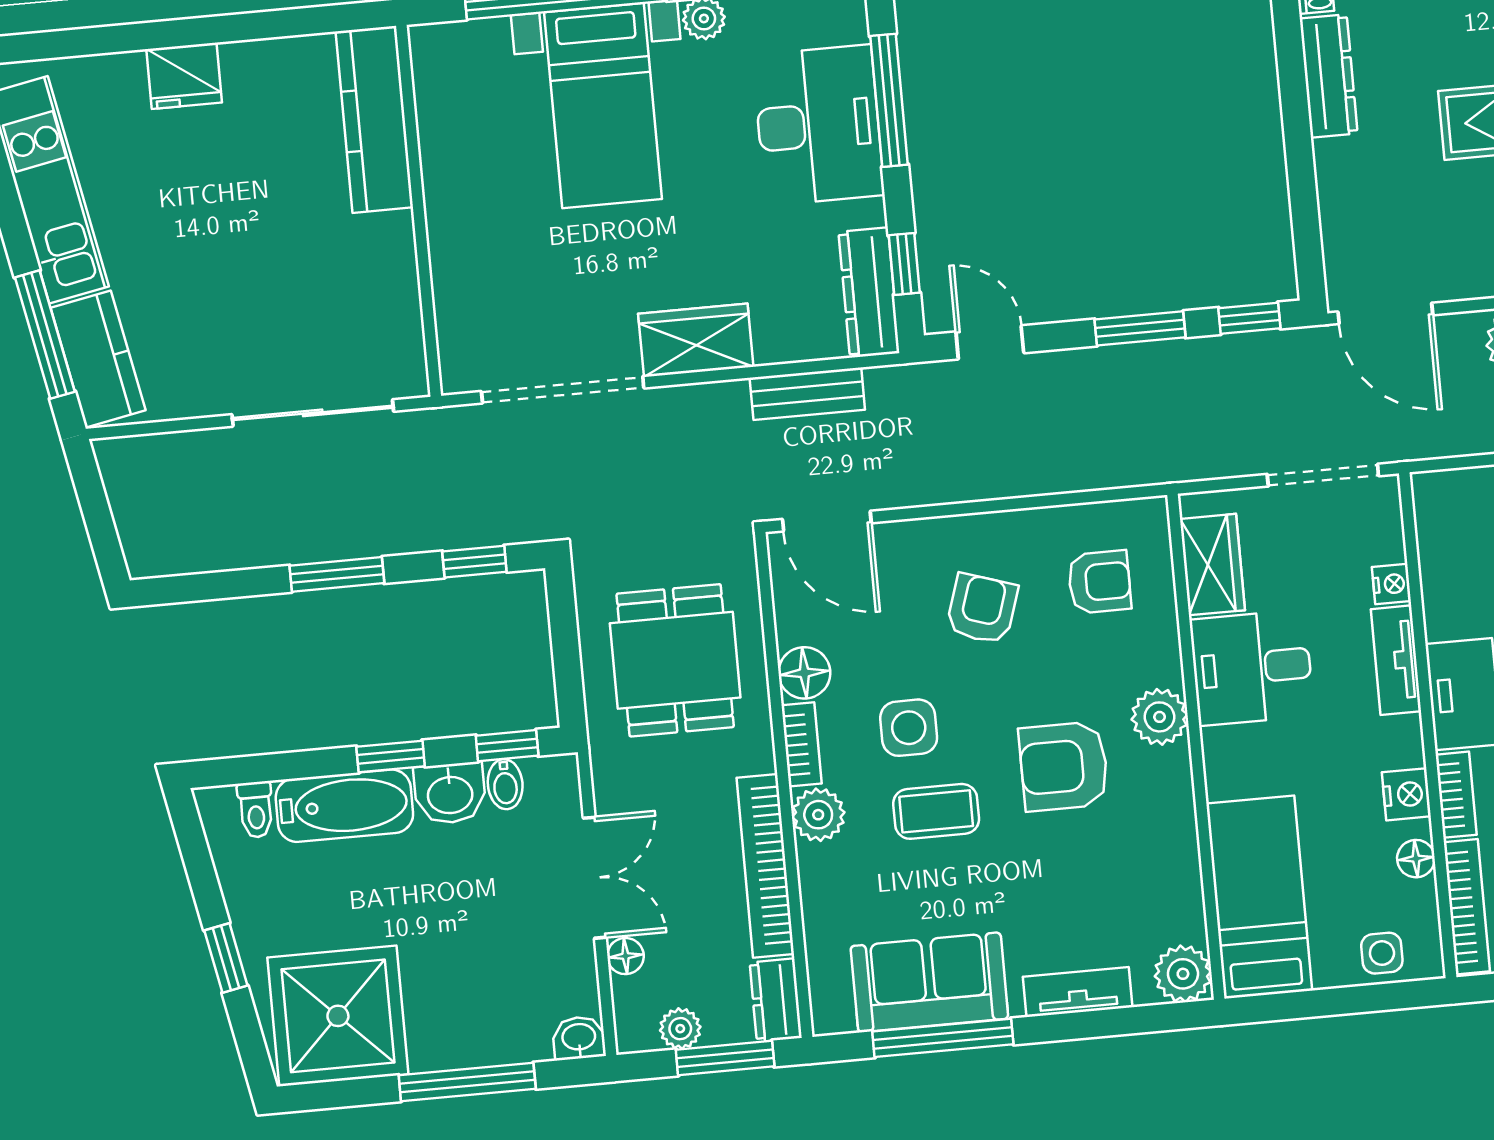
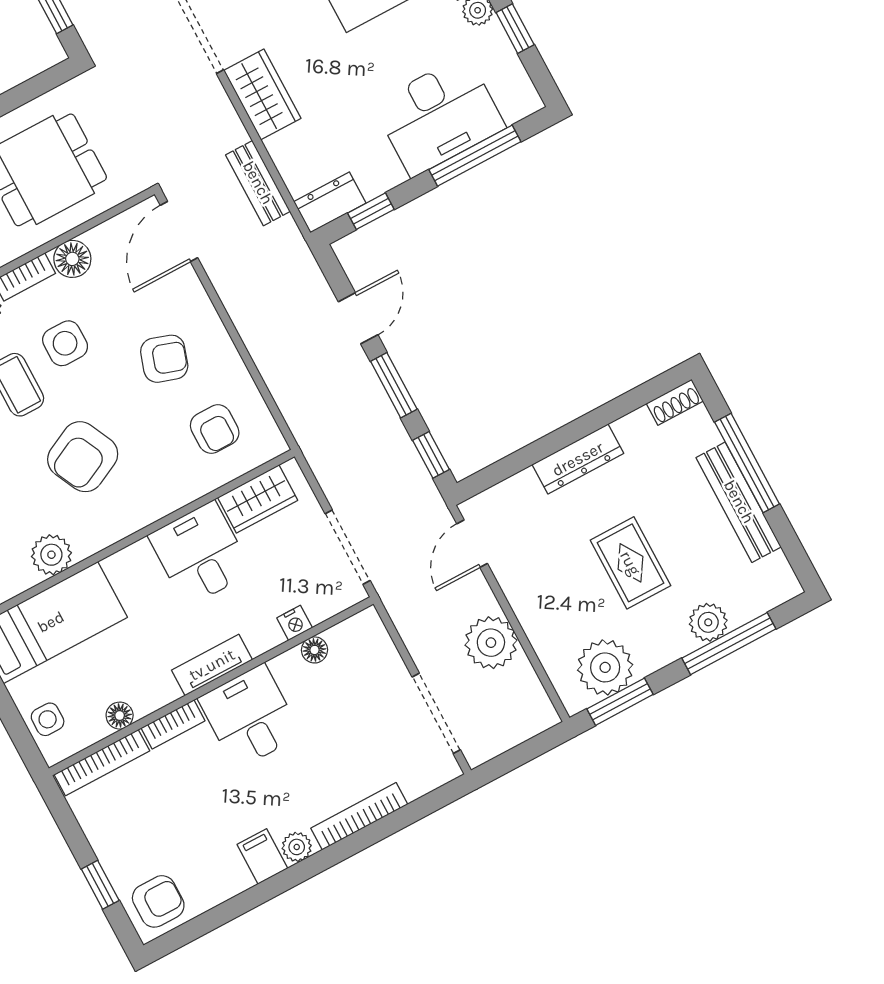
dresser: (1329, 76) -> (578, 459), moved
dresser: (869, 293) -> (330, 202), width x0.70
door: (1385, 313) -> (472, 544), width x0.73
door: (990, 342) -> (358, 318), moved
floor lamp: (1437, 573) -> (314, 650), added
tv unit: (1396, 660) -> (212, 665), moved
plant: (1160, 717) -> (51, 555), moved
armchair: (1064, 766) -> (83, 457), turned -116
nightstand: (1406, 794) -> (159, 691), removed

